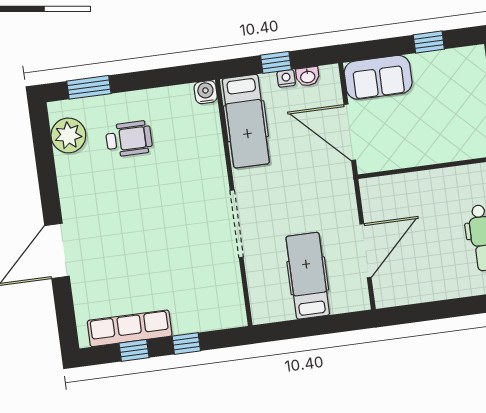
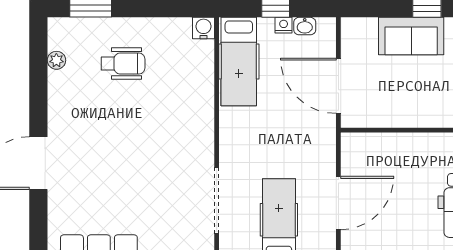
sofa: (378, 77) -> (411, 36), moved
plant: (68, 135) -> (56, 60), width x0.53, depth x0.53
doorway: (237, 224) -> (217, 201), moved

